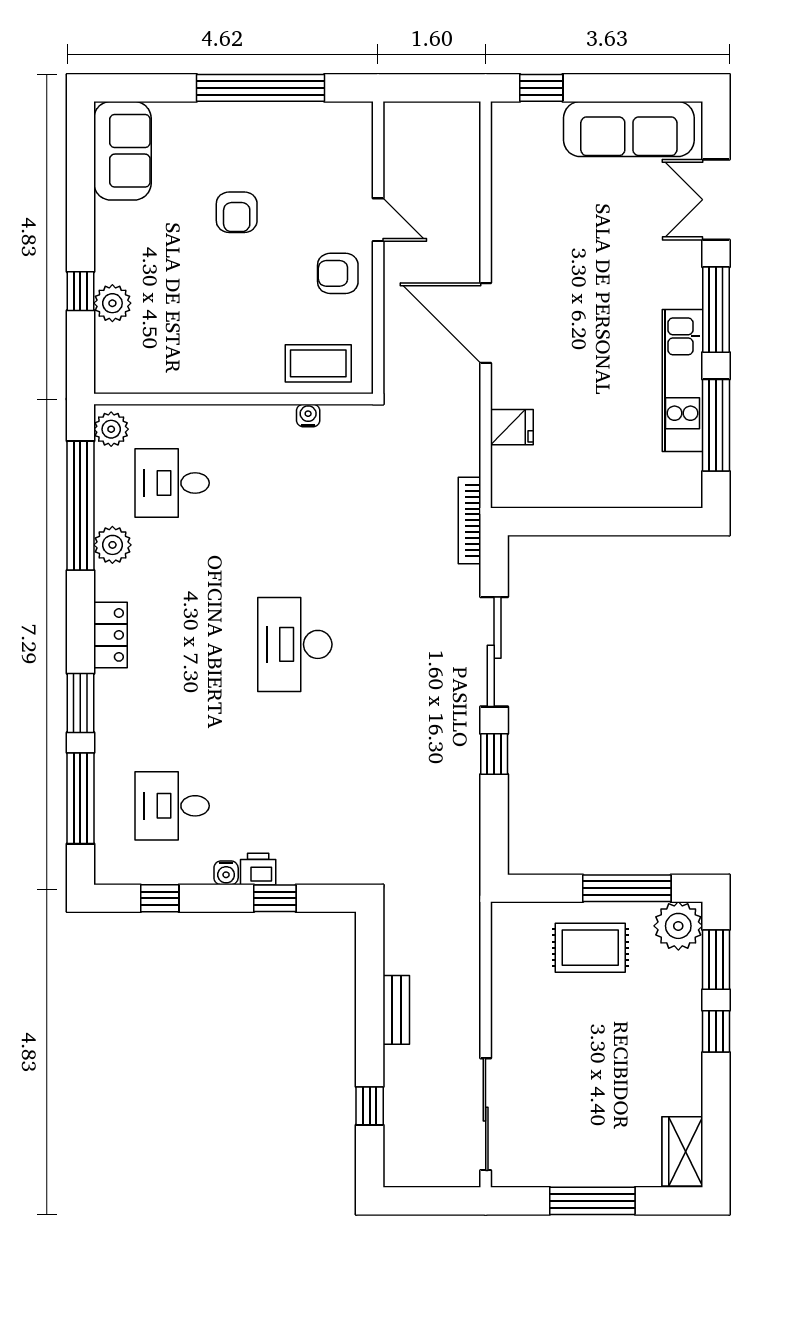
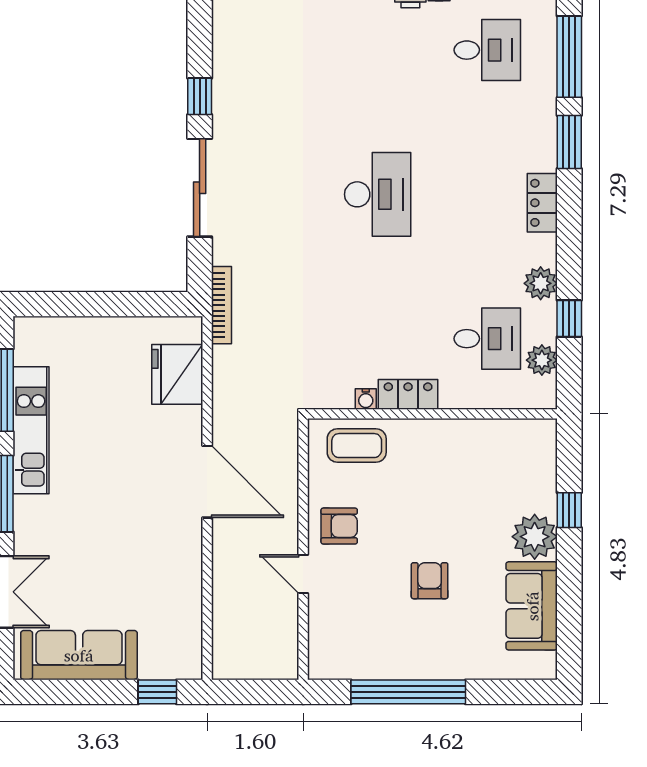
sofa: (123, 151) -> (532, 606), moved
plant: (112, 303) -> (535, 537), moved, width x1.36, depth x1.36
locker: (261, 421) -> (408, 394), added
fridge: (512, 427) -> (177, 374), width x1.88, depth x1.34
plant: (111, 429) -> (542, 360), moved
window: (80, 506) -> (569, 318), width x0.32

